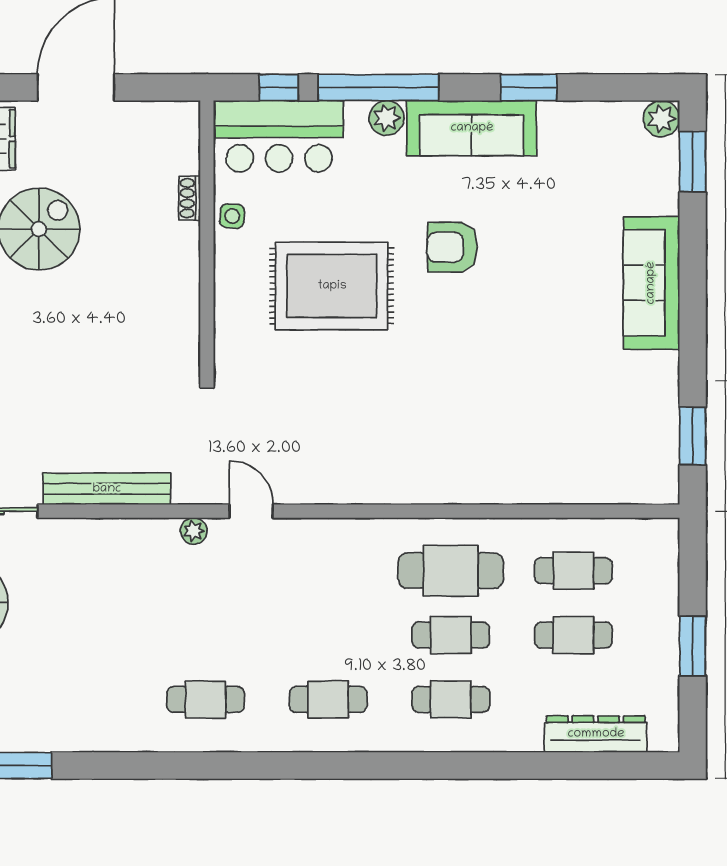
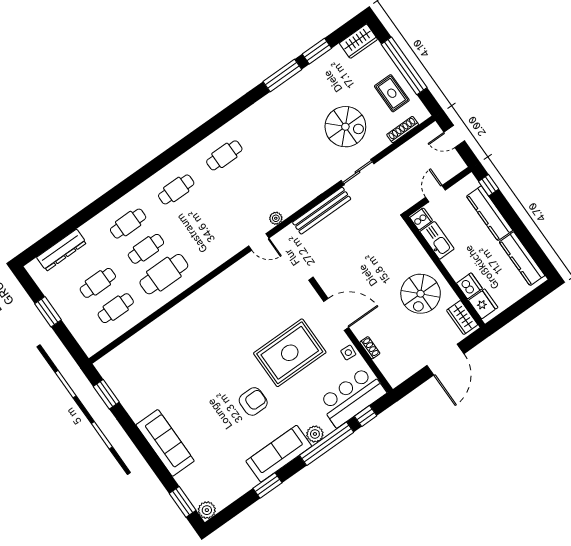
door: (207, 295) -> (336, 314), added

